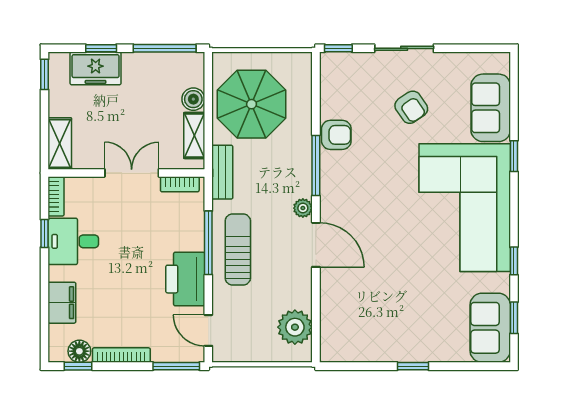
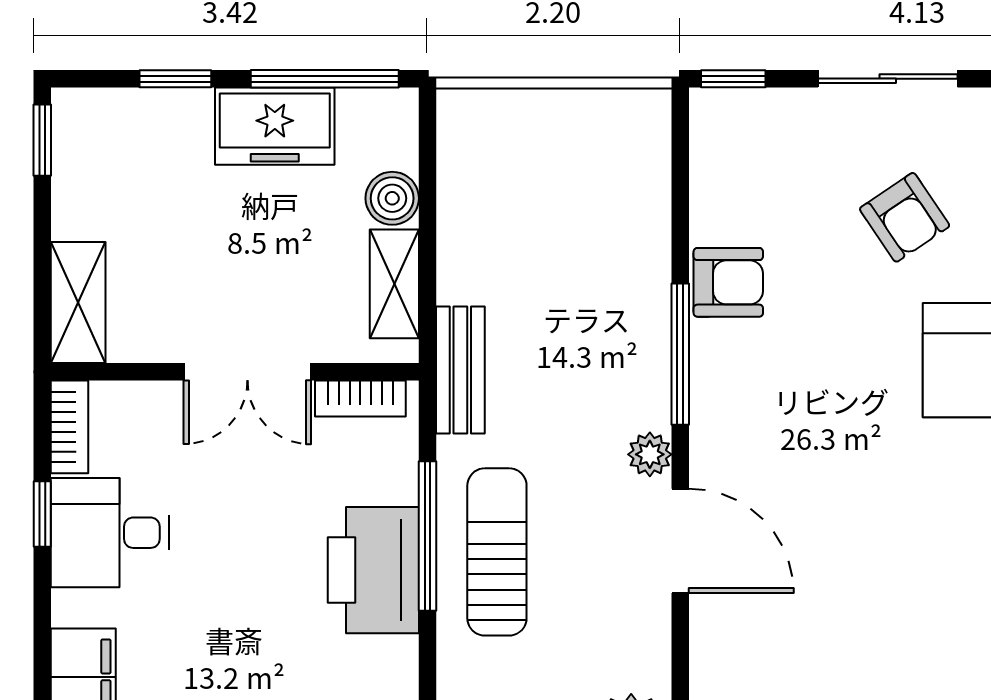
freezer: (96, 68) -> (275, 126), moved
parasol: (252, 104) -> (529, 210), removed
double door: (132, 173) -> (247, 372), swing flipped
printer: (185, 279) -> (373, 570), moved

